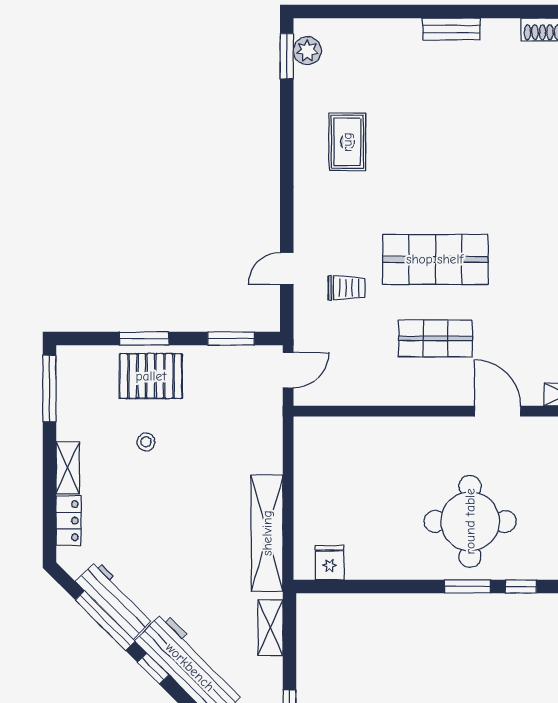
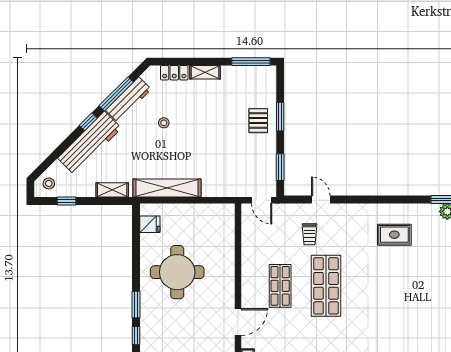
pallet: (151, 376) -> (258, 121), width x0.67, depth x0.71
stool: (146, 442) -> (164, 123), moved
round table: (470, 521) -> (177, 272), moved

